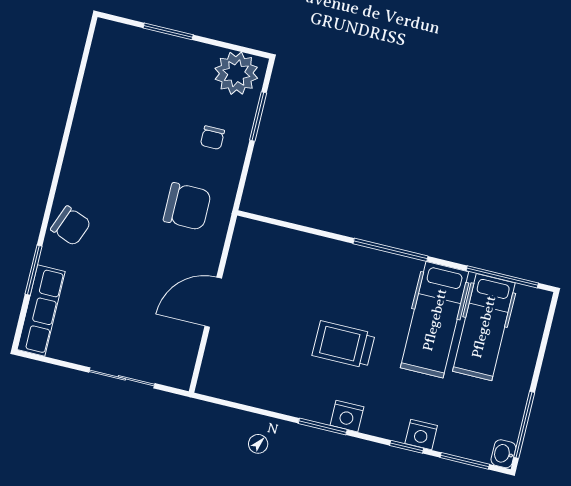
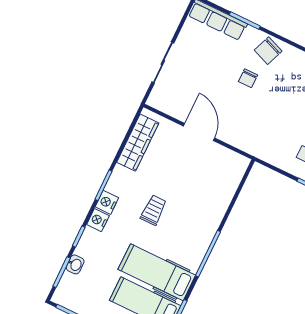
chair: (187, 206) -> (248, 78), moved, width x0.54, depth x0.54
trolley: (344, 345) -> (153, 210), width x0.73, depth x0.72
wardrobe: (249, 389) -> (138, 143), added
nightstand: (421, 434) -> (98, 220), moved
washbasin: (503, 454) -> (75, 264), moved, turned 90

